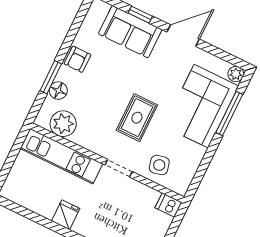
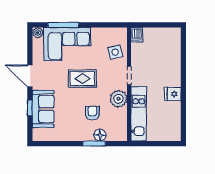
armchair: (77, 59) -> (92, 113), moved, turned -90
rug: (137, 118) -> (82, 79), moved
plant: (63, 124) -> (118, 99), moved

